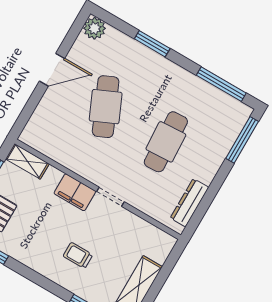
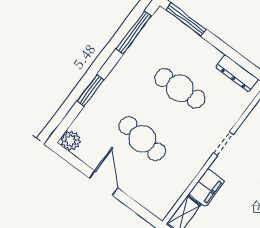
cafe table: (106, 107) -> (142, 139), turned 30
filing cabinet: (75, 192) -> (207, 188), moved

